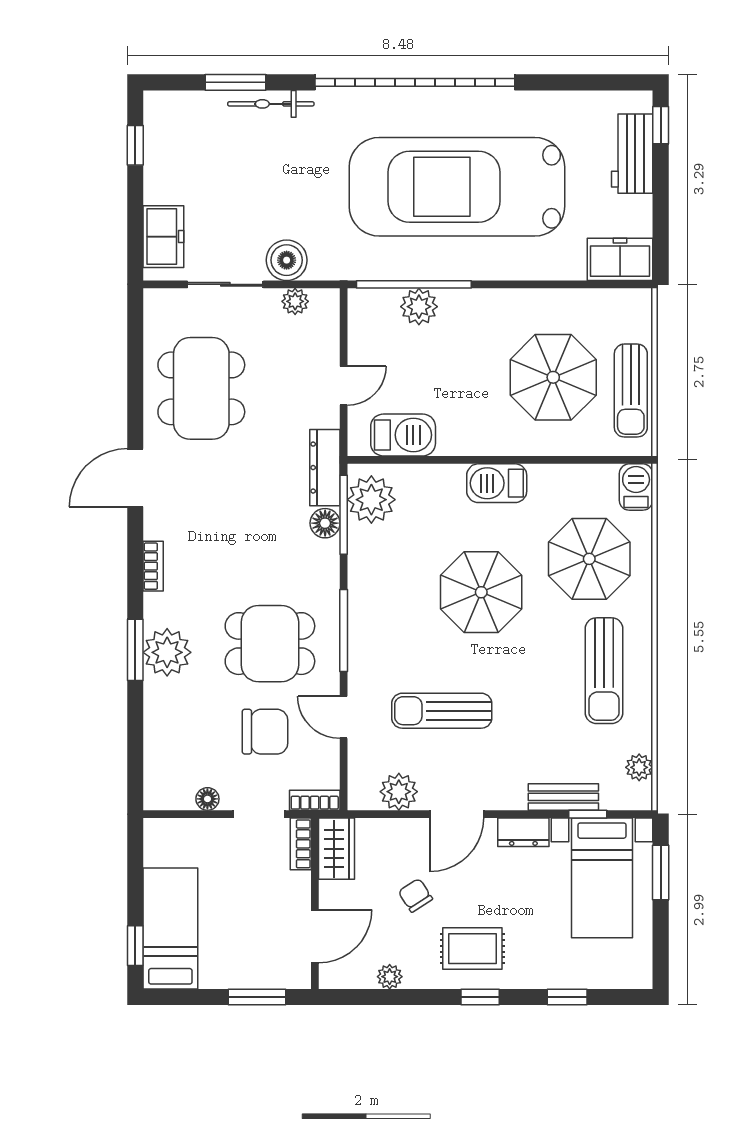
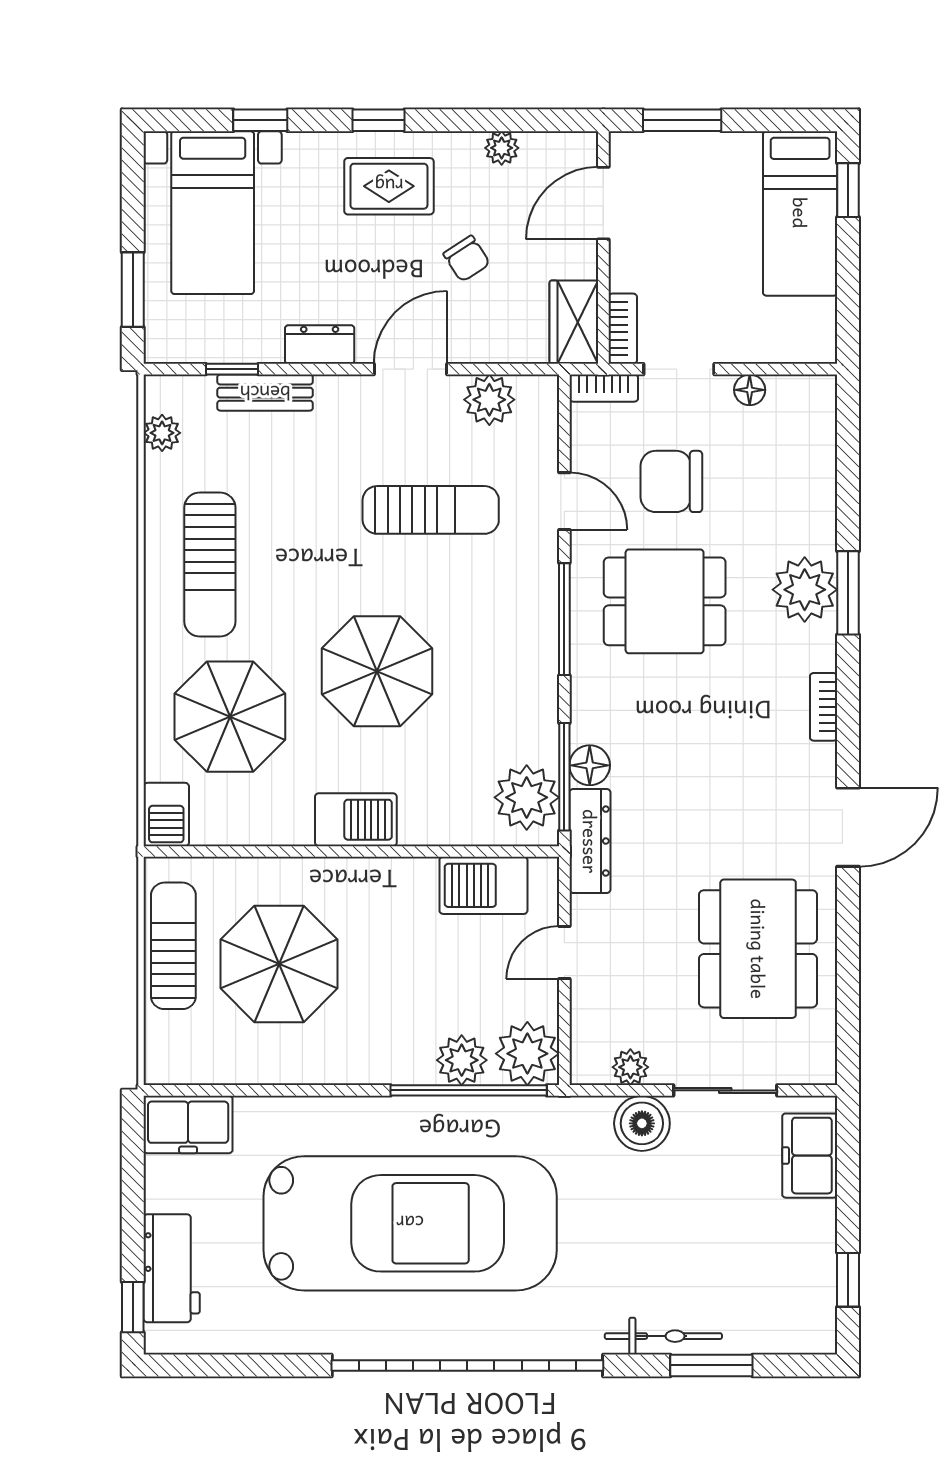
plant: (371, 311) -> (527, 1054), added
sun lounger: (604, 671) -> (210, 565), turned 180
bed with nightstands: (602, 878) -> (213, 213), moved, turned 180

